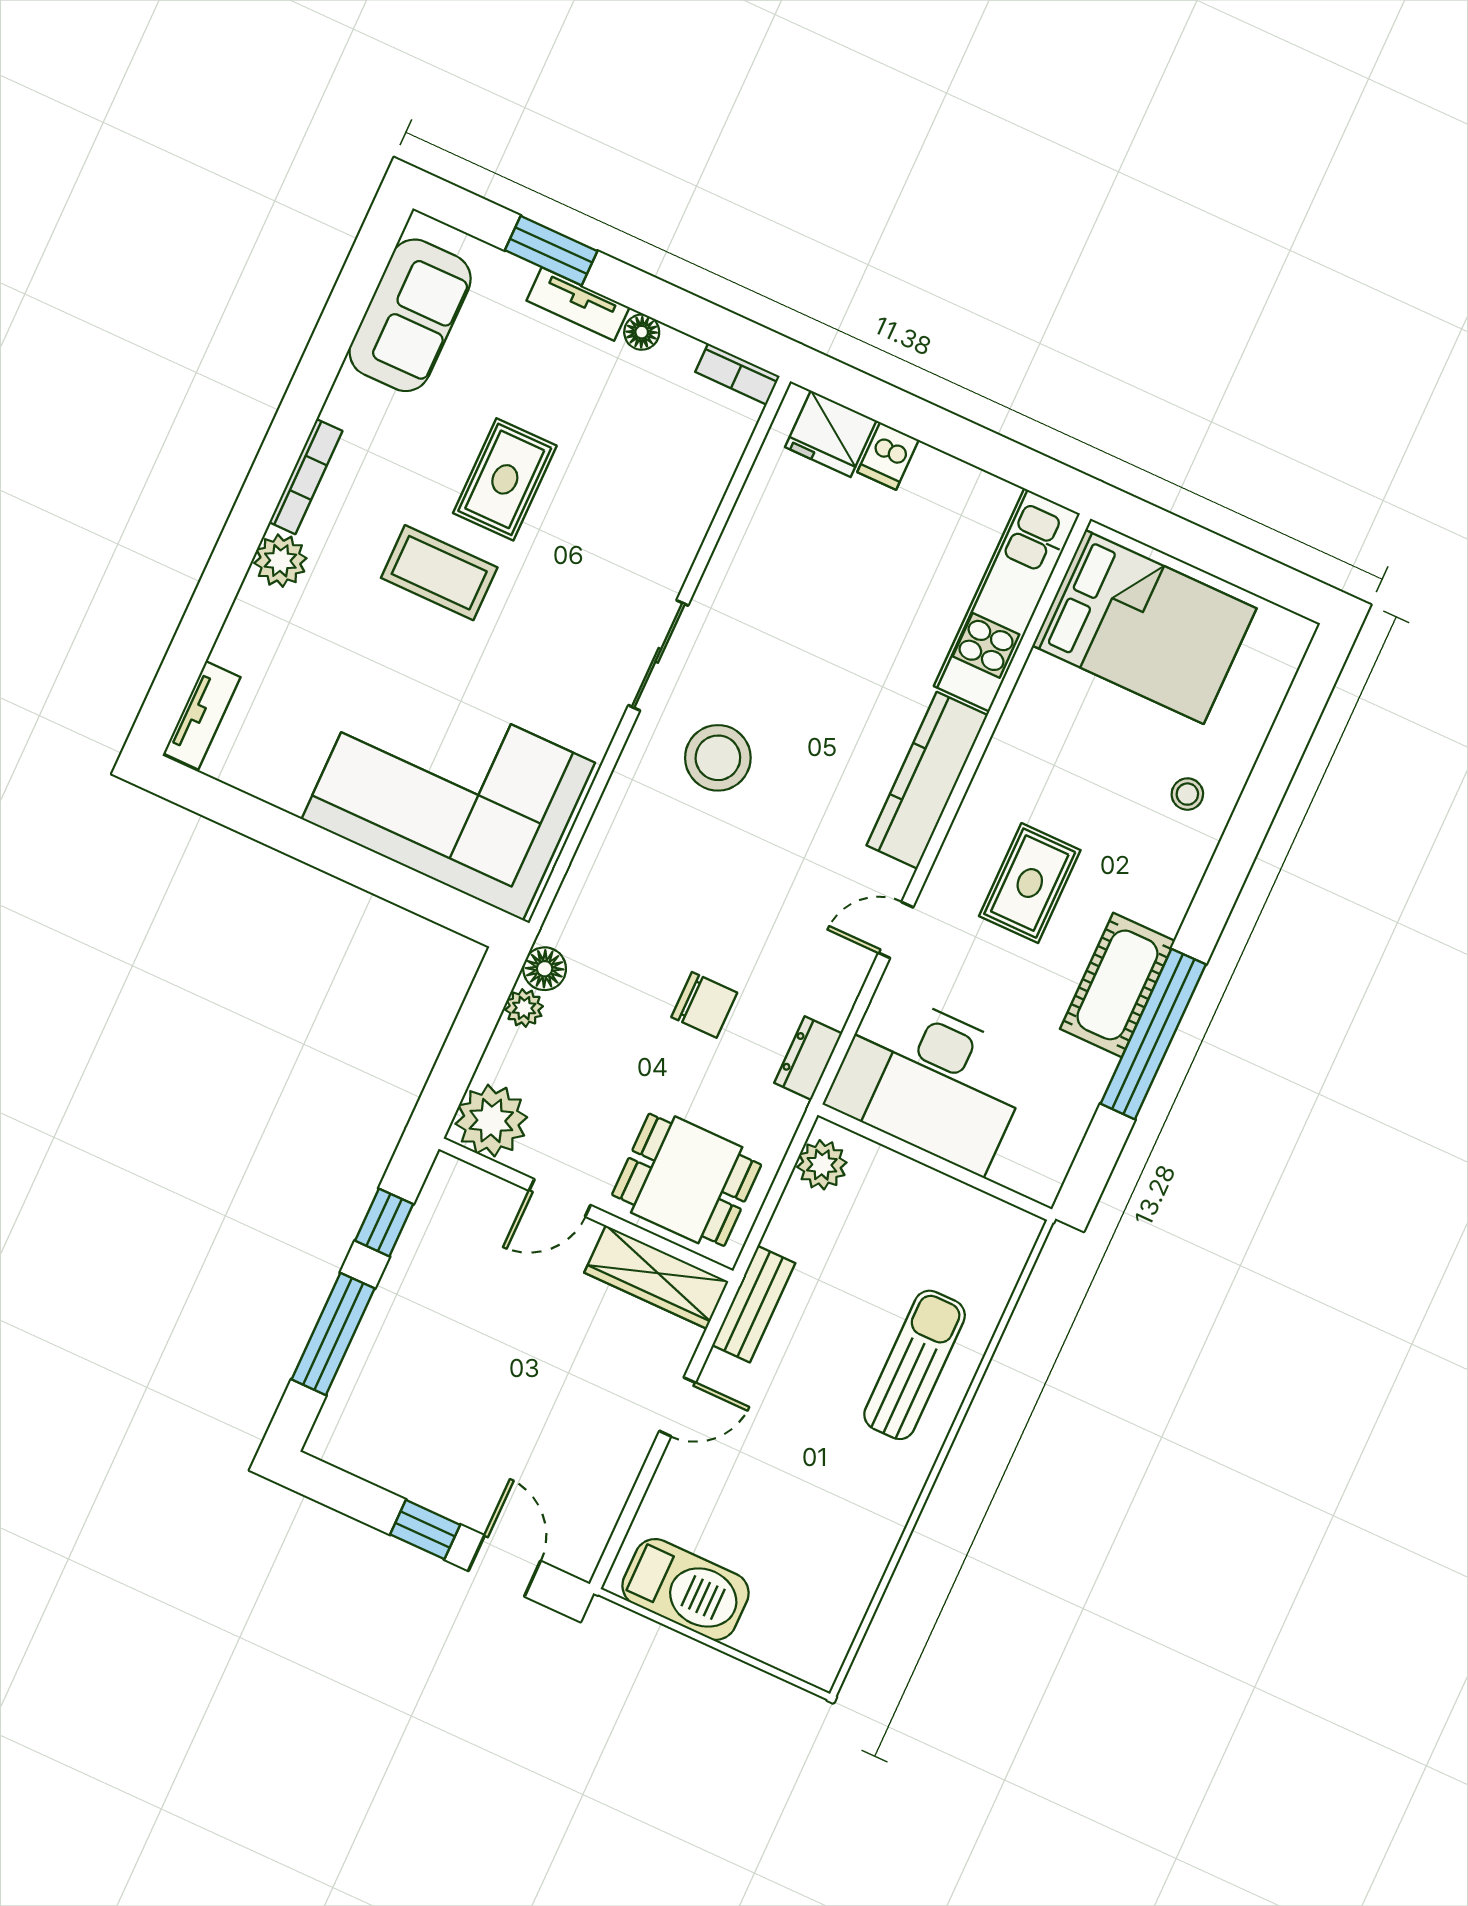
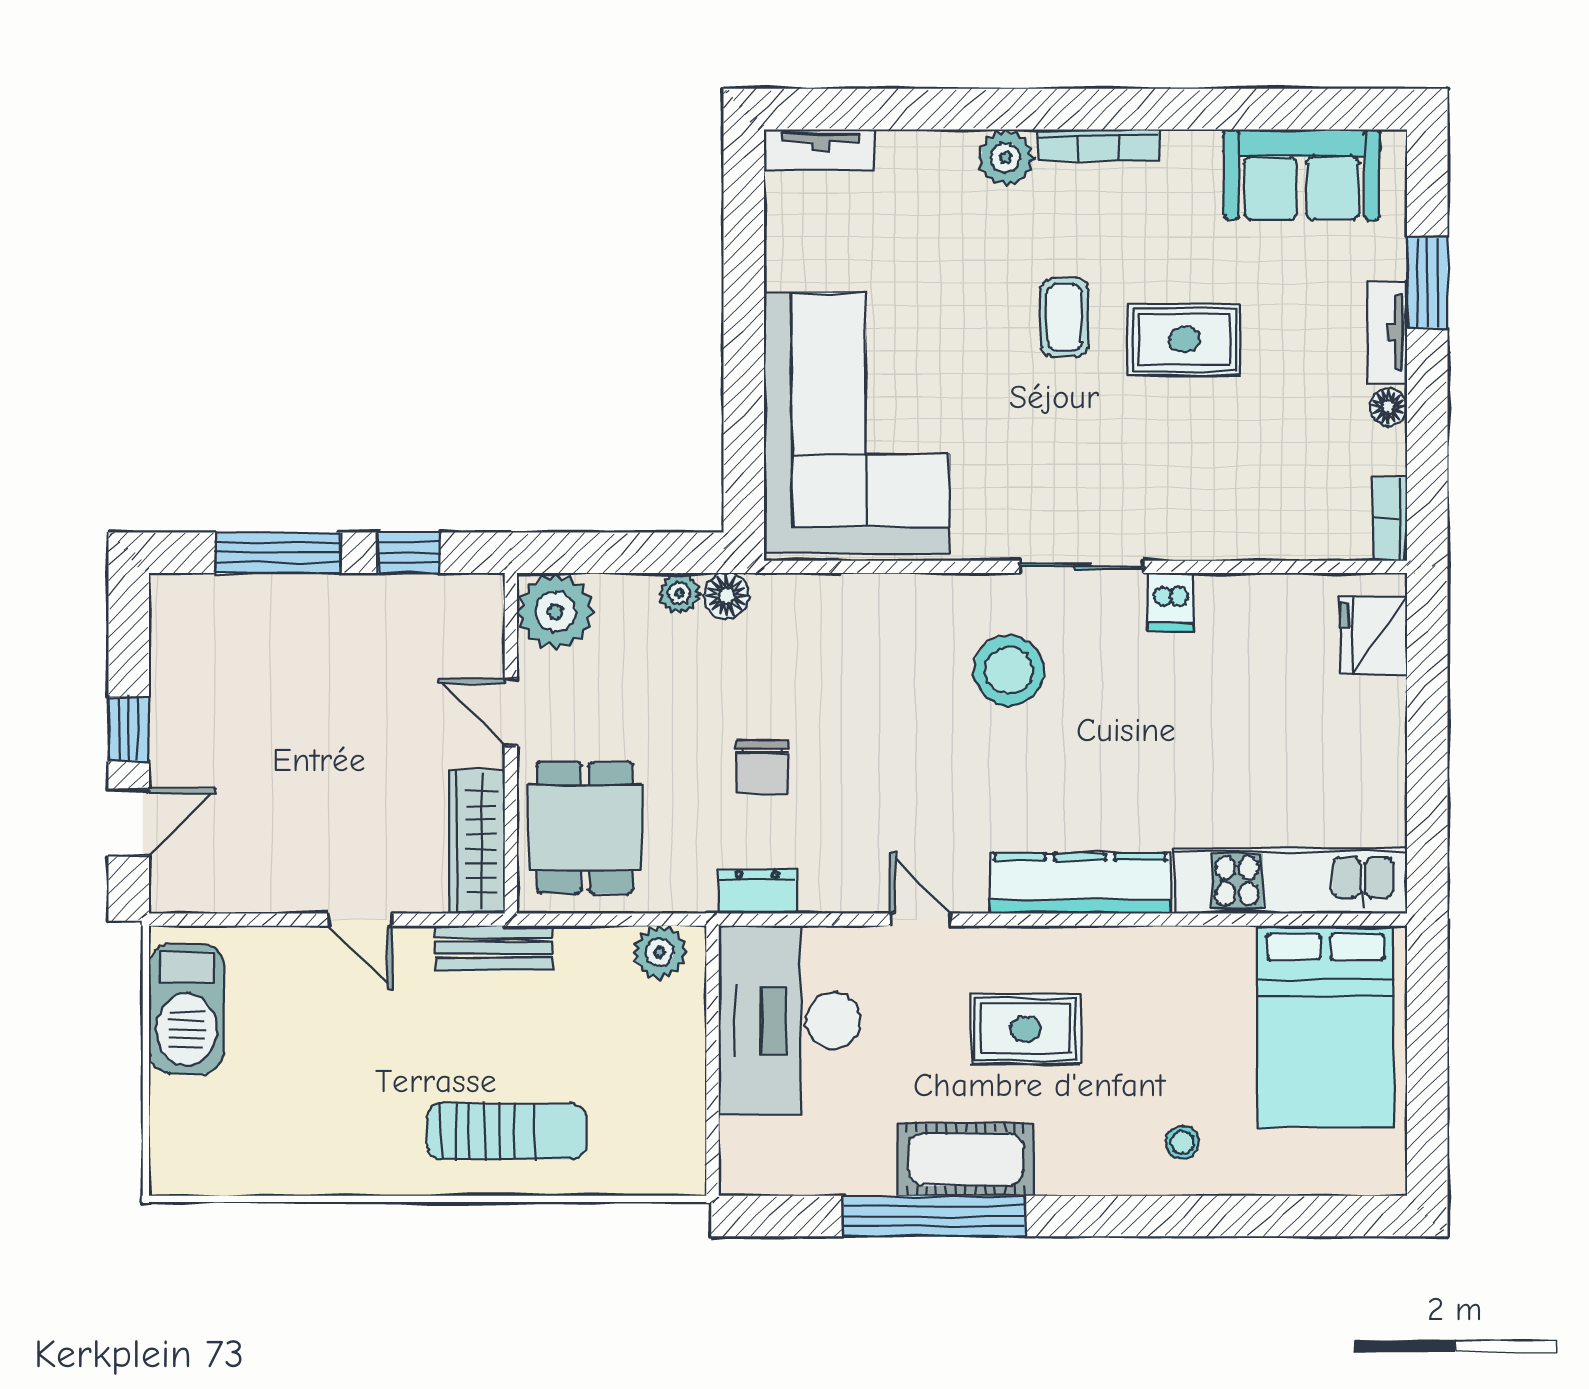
dishwasher: (888, 456) -> (1171, 602), moved, turned -90
coffee table: (439, 573) -> (1065, 317), width x0.73, depth x0.77

